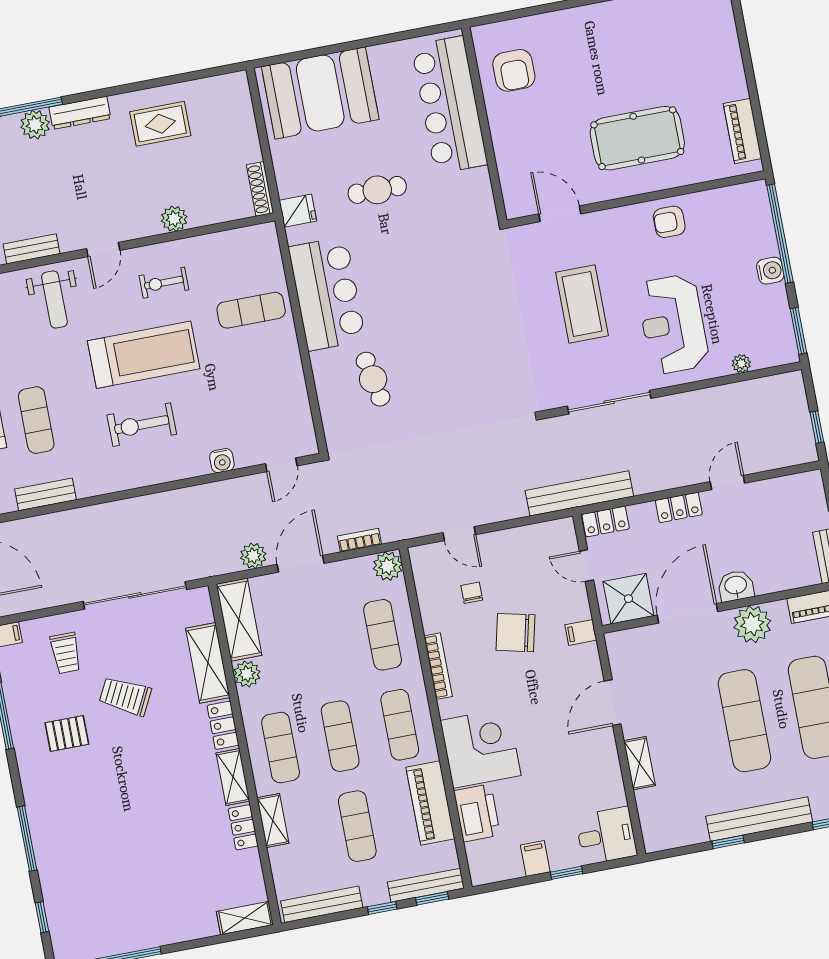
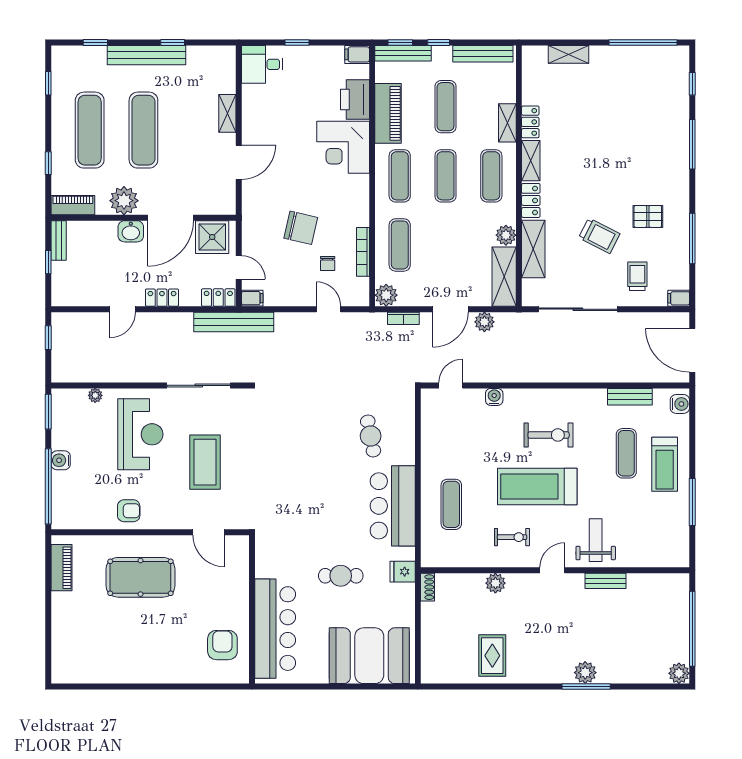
dresser: (80, 113) -> (550, 675), removed
rug: (160, 124) -> (492, 656), turned 90
shoe rack: (260, 189) -> (428, 587), width x0.70
exercise mat: (251, 310) -> (451, 504), turned 90
filing cabinet: (581, 632) -> (252, 298), moved
bookcase: (438, 666) -> (363, 252), moved
filing cabinet: (535, 858) -> (357, 54), moved, turned 90
shelving: (245, 918) -> (568, 54), moved

